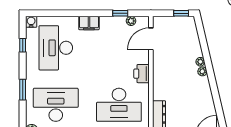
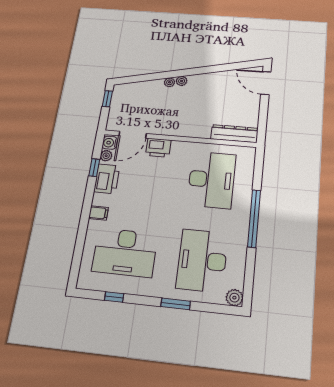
water cooler: (31, 22) -> (110, 143), moved
filing cabinet: (89, 23) -> (98, 213), width x0.50
printer: (112, 25) -> (107, 179), added
door: (151, 39) -> (133, 135), hinge flipped
printer: (142, 74) -> (158, 148), moved

